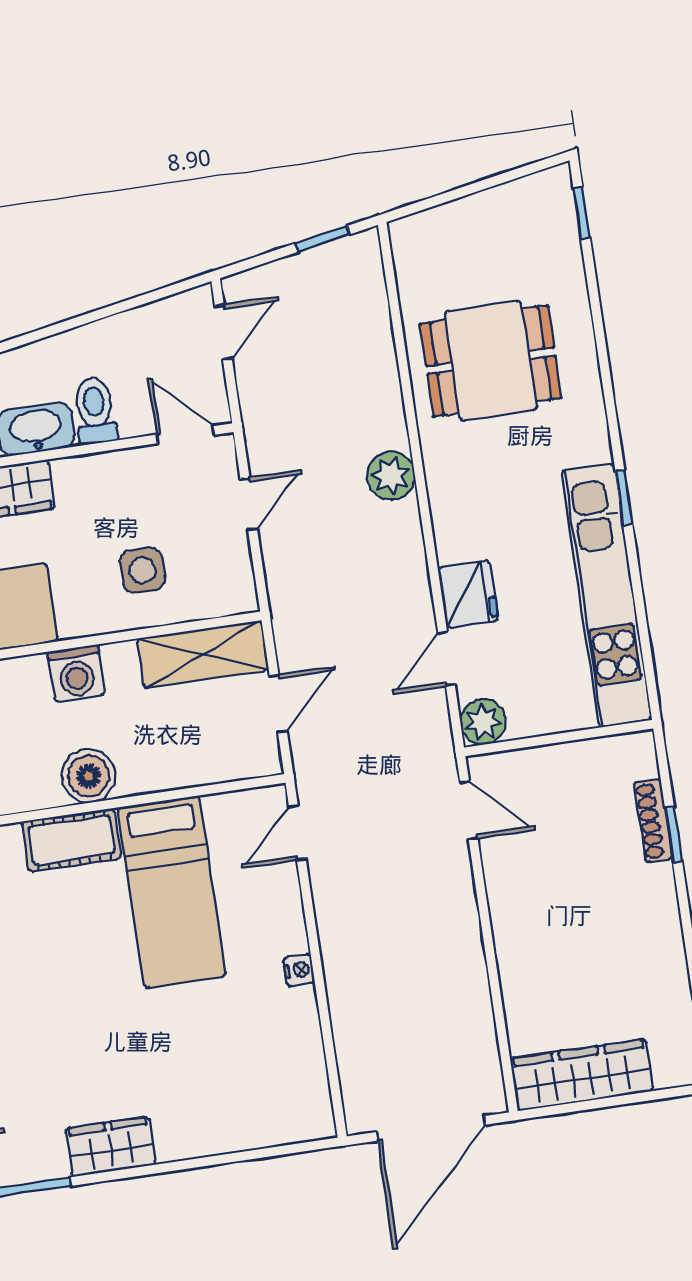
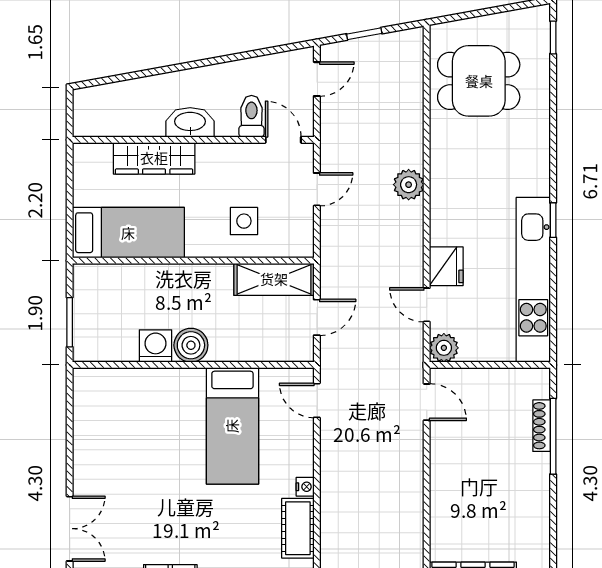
window: (322, 239) -> (364, 34), moved
dining table: (491, 361) -> (479, 81), moved
toilet: (95, 411) -> (251, 116), moved
door: (446, 659) -> (427, 305), hinge flipped
washing machine: (76, 673) -> (156, 346), moved, turned 180
door: (297, 833) -> (317, 400), hinge flipped
window: (673, 834) -> (553, 436), width x2.17
cot: (71, 840) -> (298, 528), moved, turned 90

